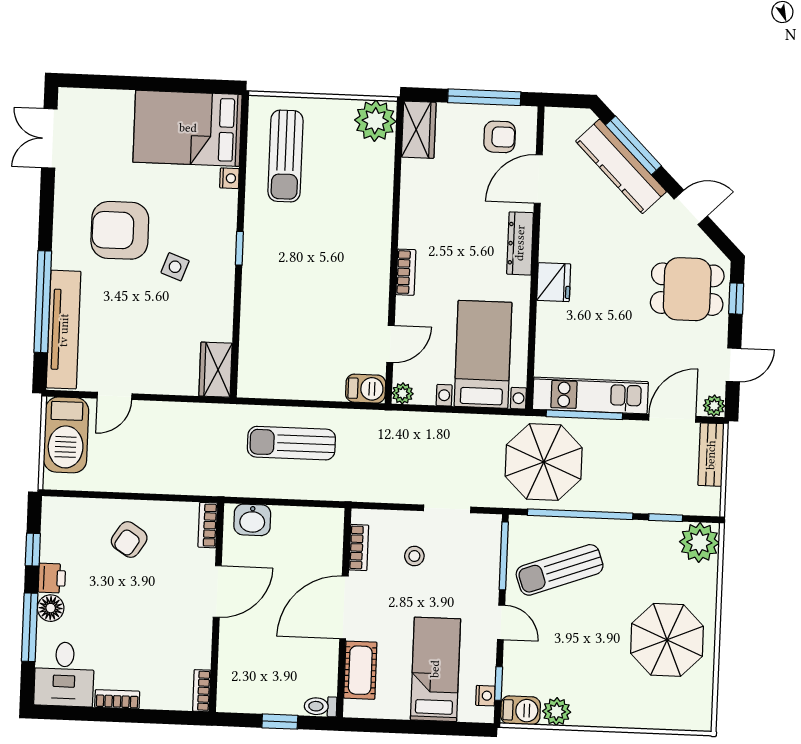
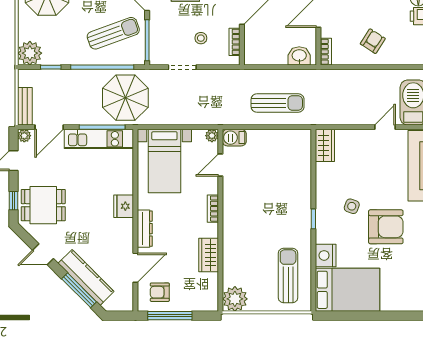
wardrobe: (419, 130) -> (209, 255), moved
nightstand: (229, 178) -> (326, 255), width x1.89, depth x1.79

